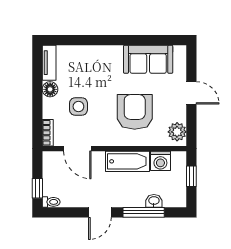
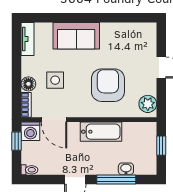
sofa: (148, 59) -> (76, 36), moved
floor lamp: (50, 89) -> (28, 84), moved
washing machine: (160, 161) -> (30, 131), moved
window: (37, 188) -> (17, 141), moved

